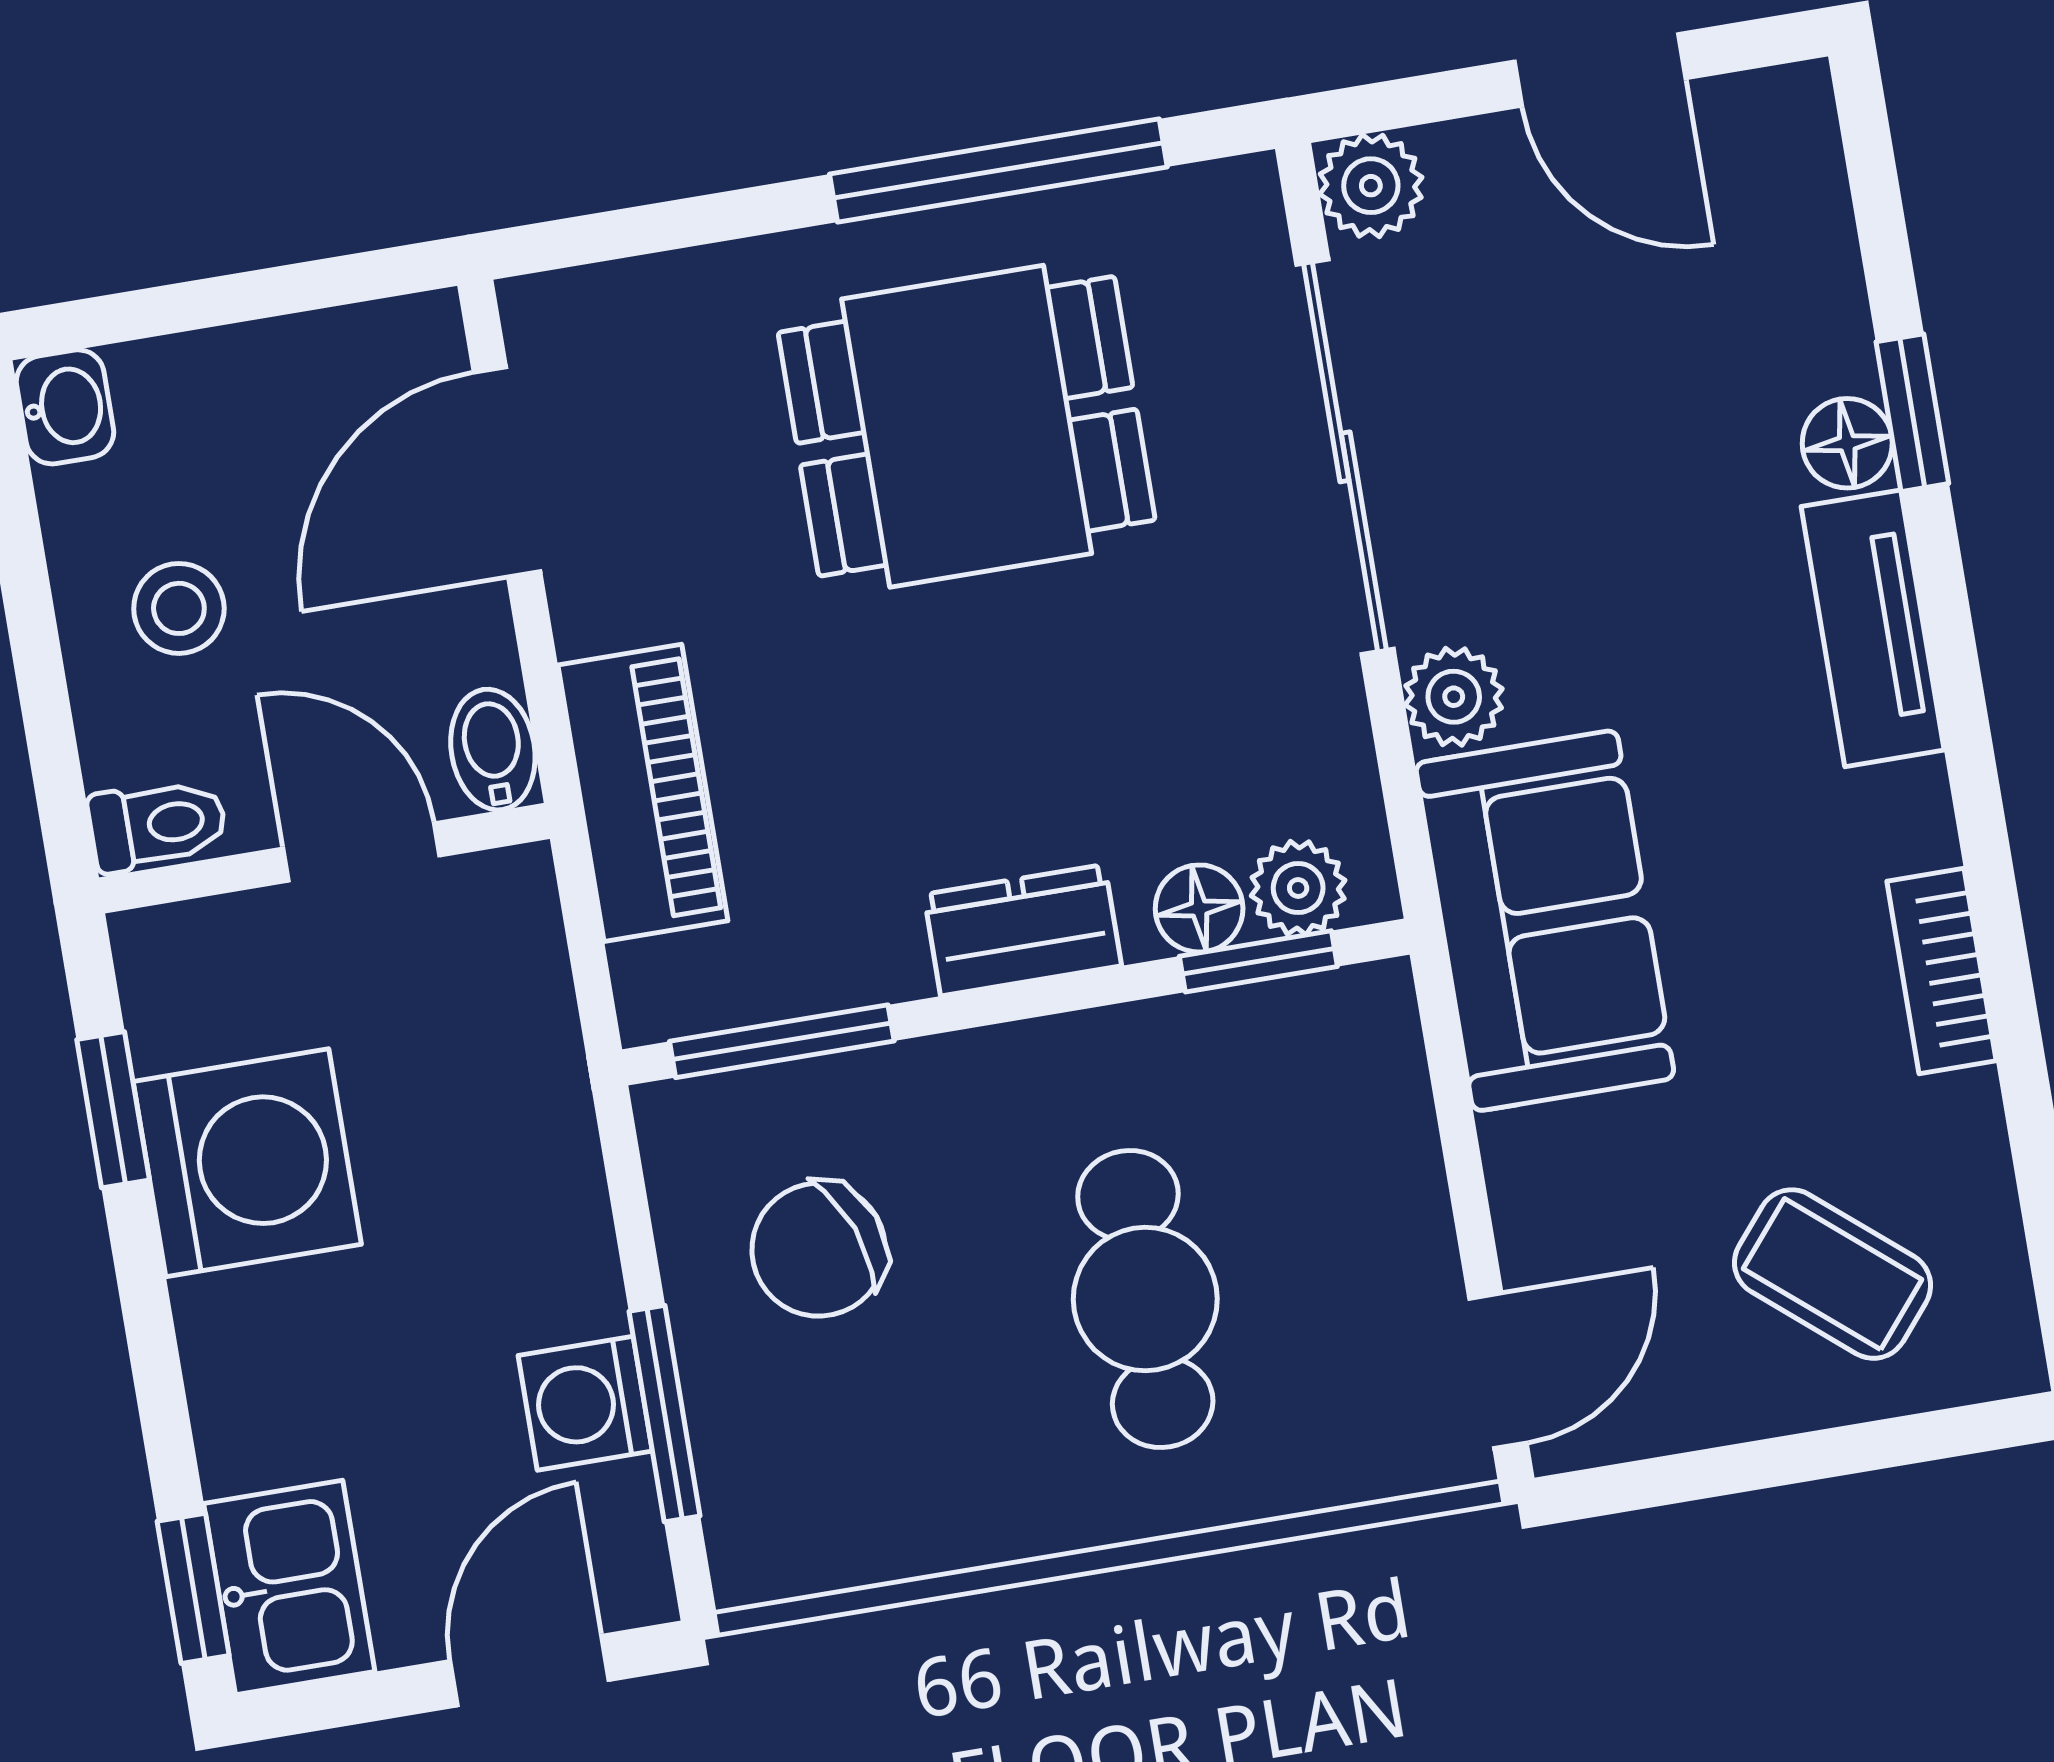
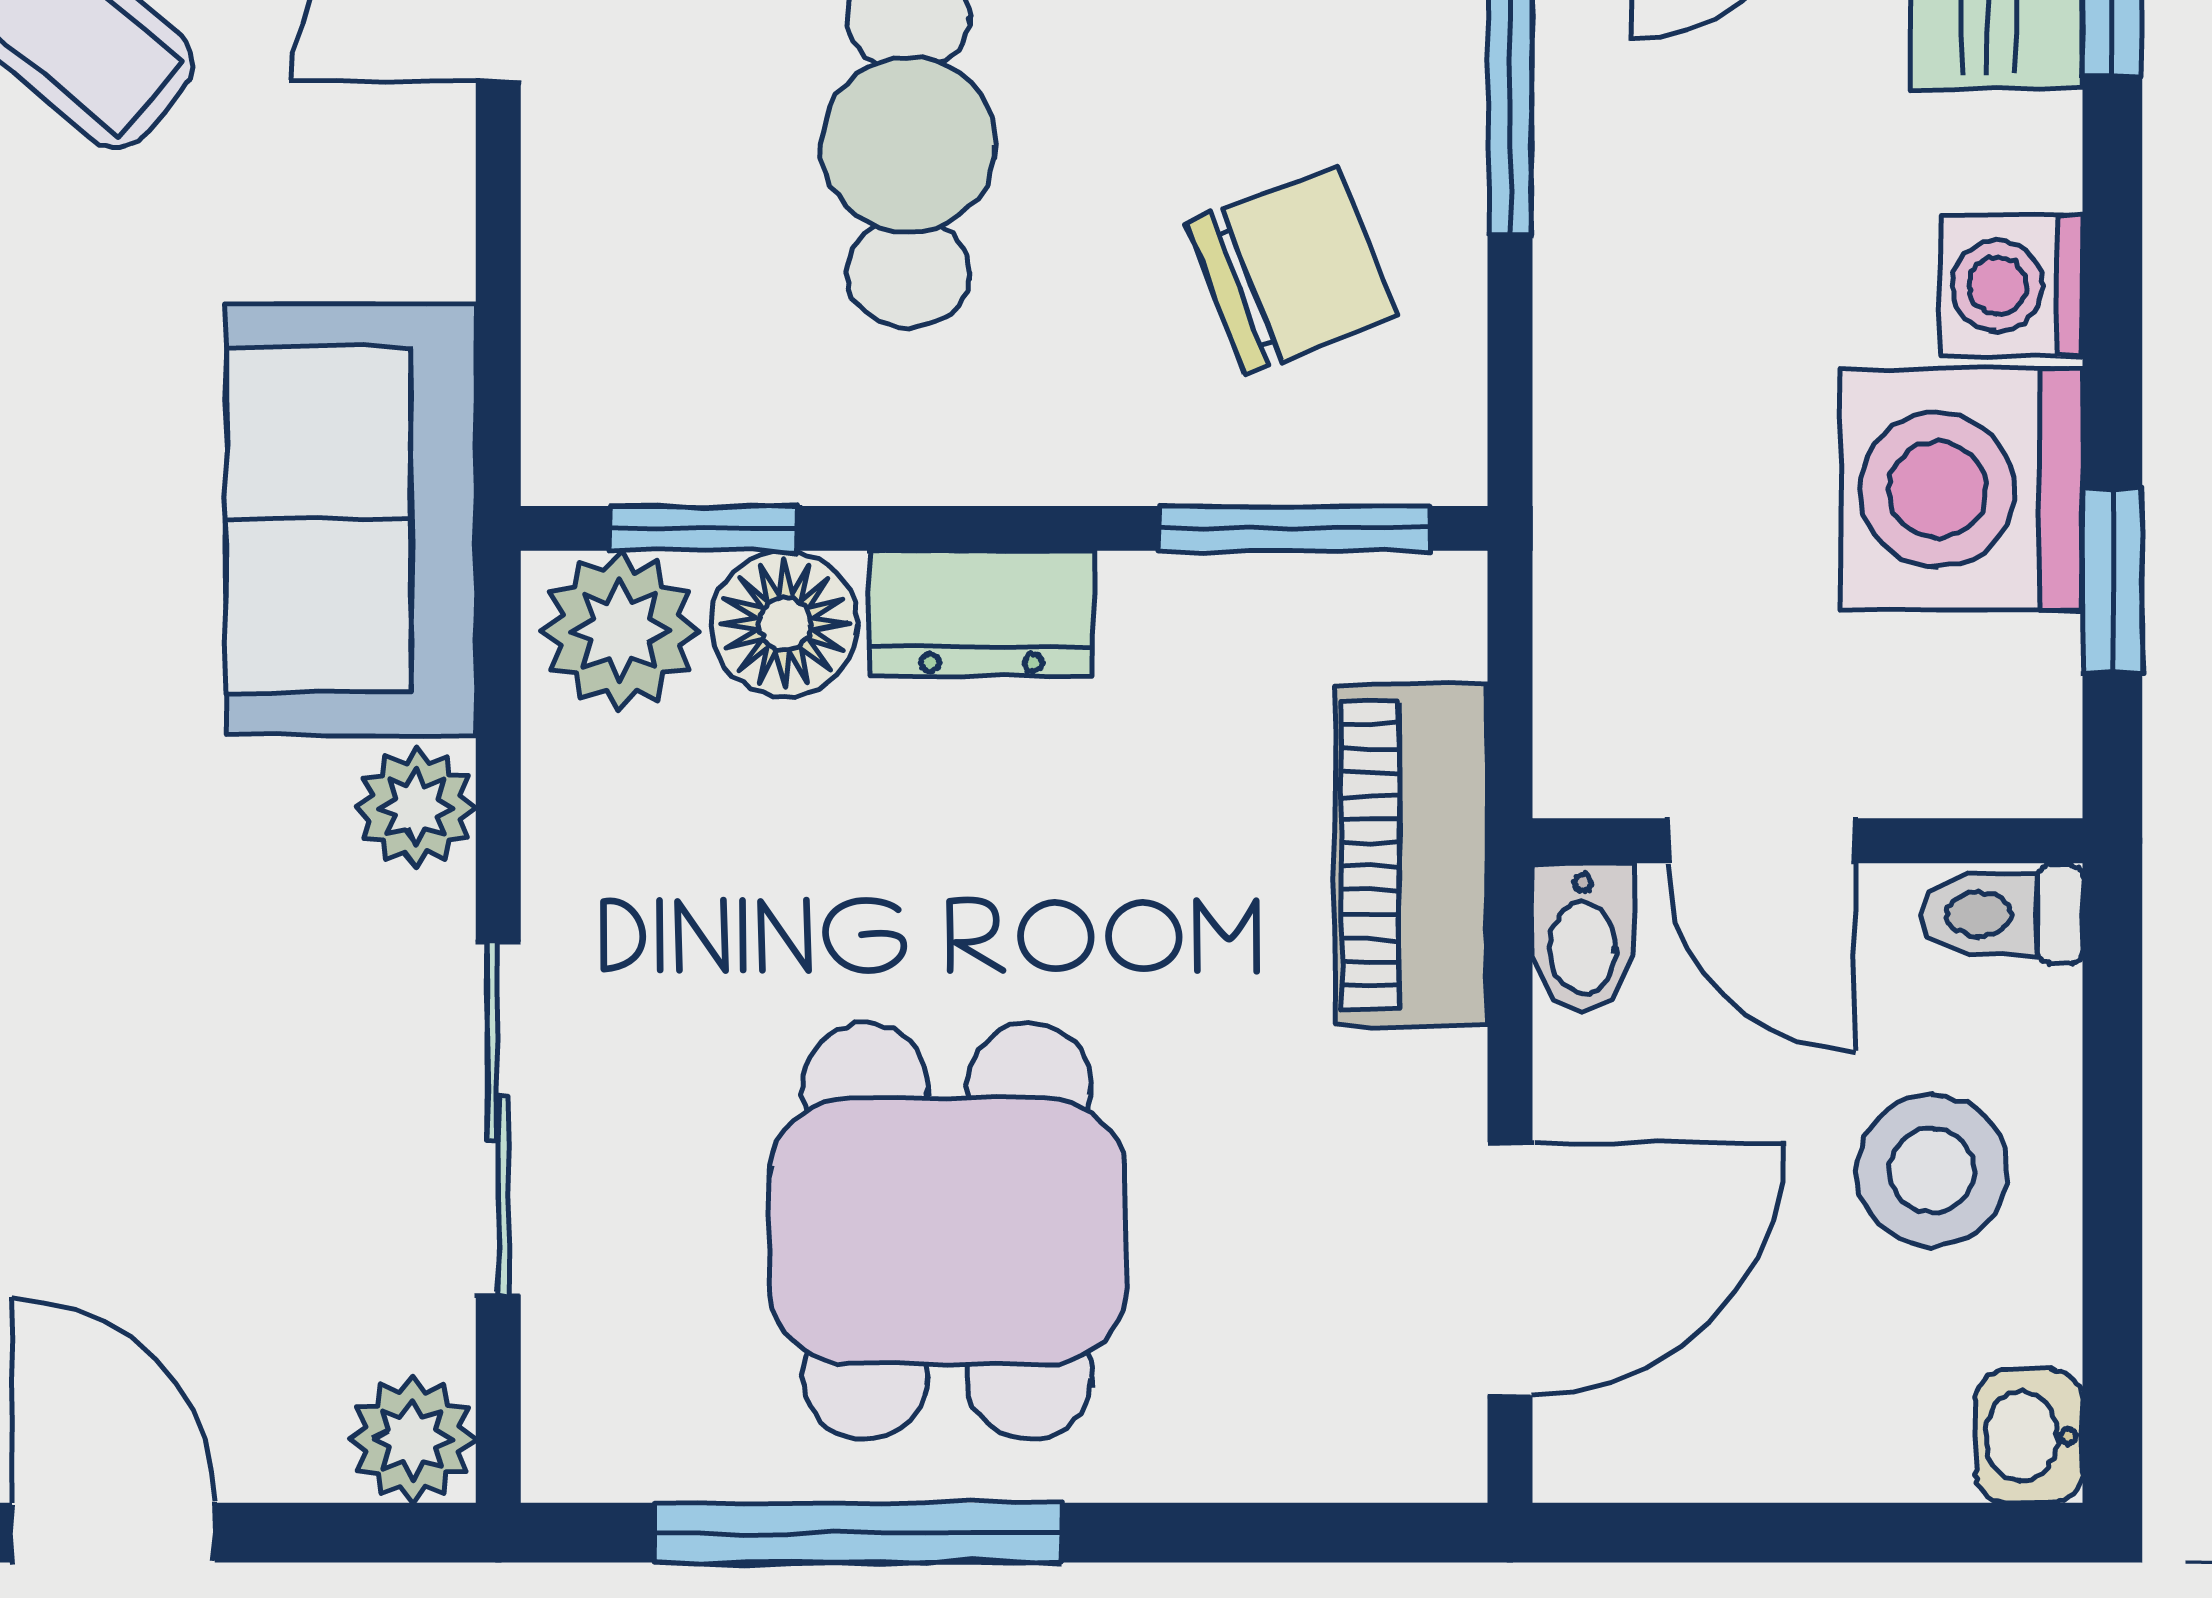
dining table: (967, 426) -> (948, 1231), turned 90
sliding door: (1345, 457) -> (498, 1118), width x0.73
stool: (179, 608) -> (1932, 1171), width x1.37, depth x1.37
plant: (1298, 888) -> (620, 630), width x1.38, depth x1.38
floor lamp: (1199, 908) -> (785, 624), width x1.37, depth x1.37
washing machine: (585, 1403) -> (2012, 286), moved, turned 180

